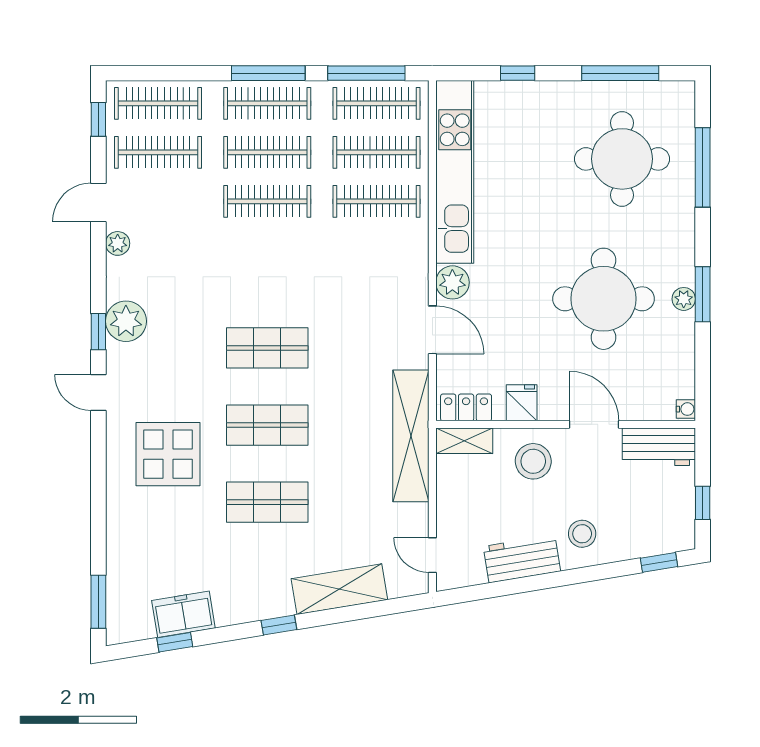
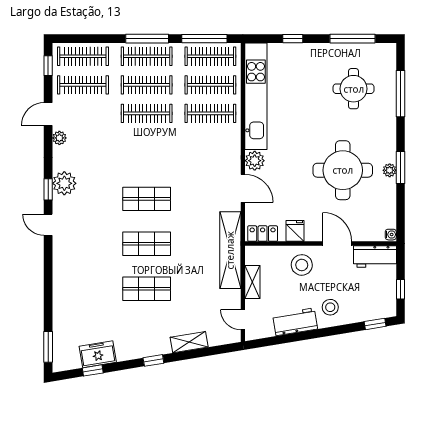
round table: (622, 159) -> (354, 89), width x0.73, depth x0.73
shelving: (464, 441) -> (252, 282), moved, turned 90
display table: (168, 454) -> (89, 261), removed
shelving: (339, 589) -> (189, 342), width x0.67, depth x0.75

